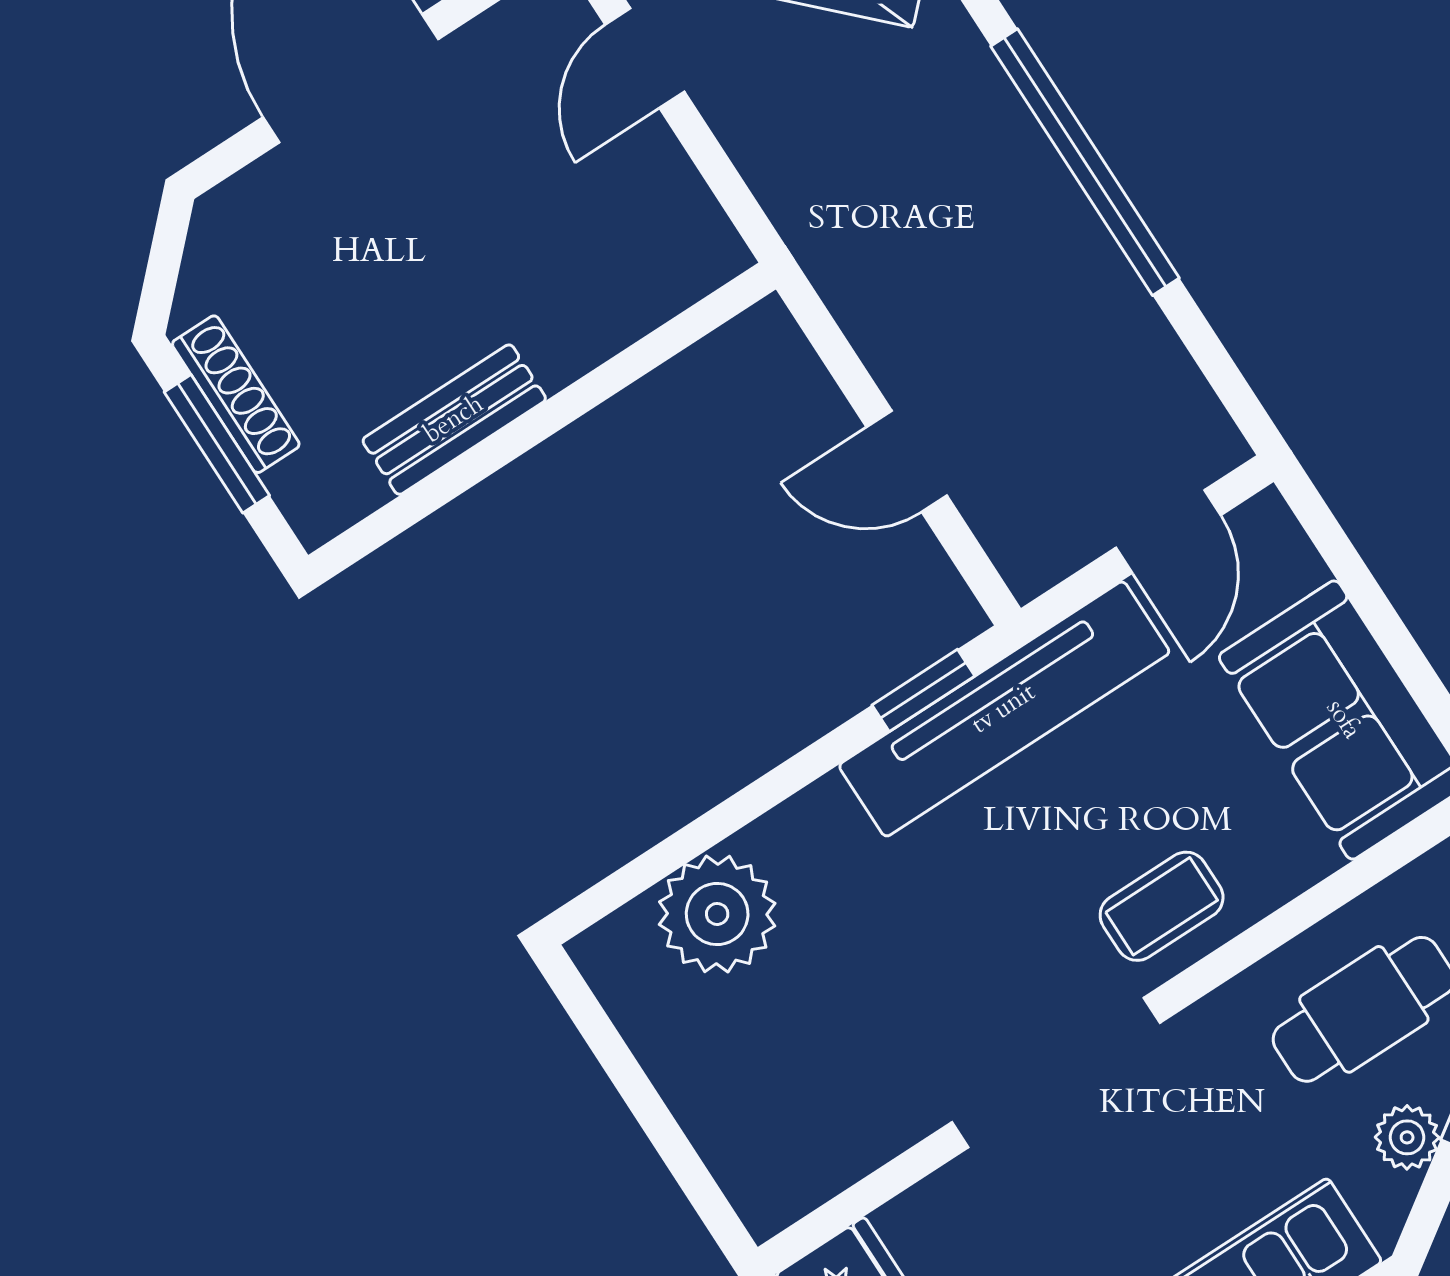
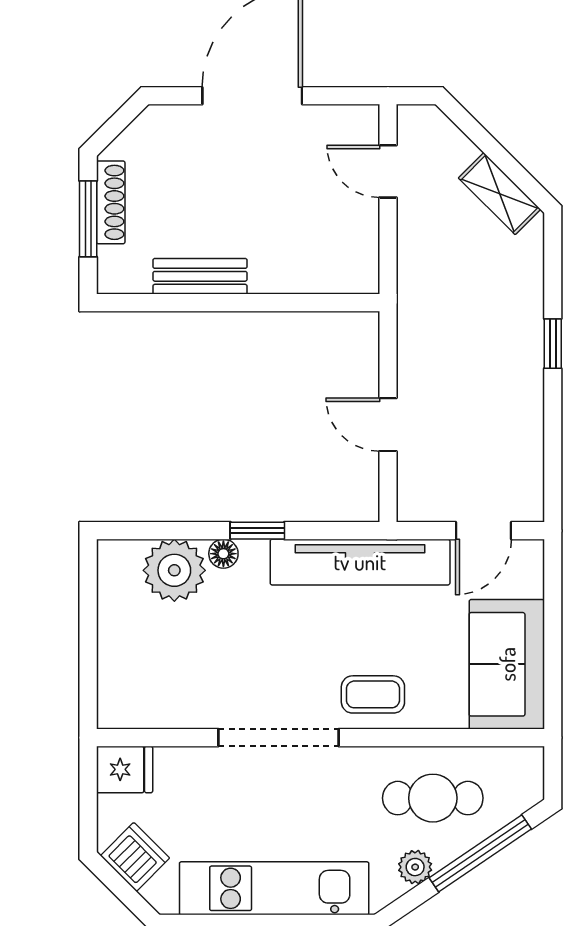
door: (645, 58) -> (388, 171), hinge flipped
window: (1085, 162) -> (553, 344), width x0.32
window: (923, 690) -> (257, 531), moved
floor lamp: (778, 837) -> (223, 554), added

